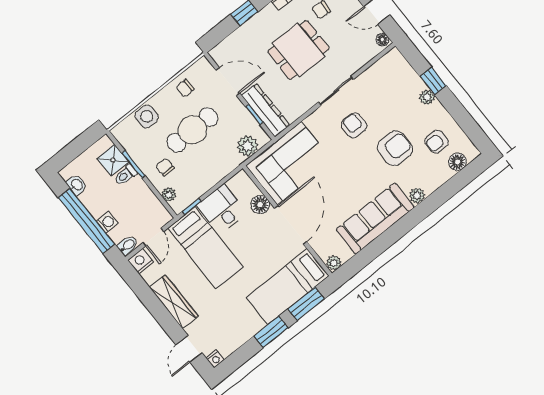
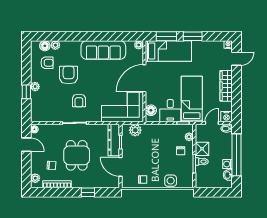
dining table: (299, 50) -> (77, 155), turned 90
cafe table: (192, 130) -> (155, 158), removed
armchair: (395, 148) -> (69, 75), turned 90
shower: (113, 160) -> (202, 149), moved
plant: (417, 196) -> (55, 45), moved
floor lamp: (260, 205) -> (151, 110), moved
washing machine: (107, 222) -> (227, 164), moved

